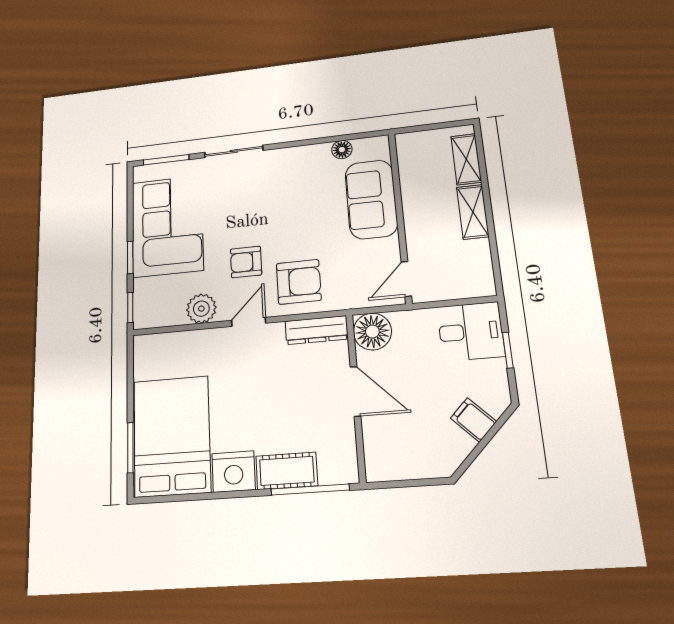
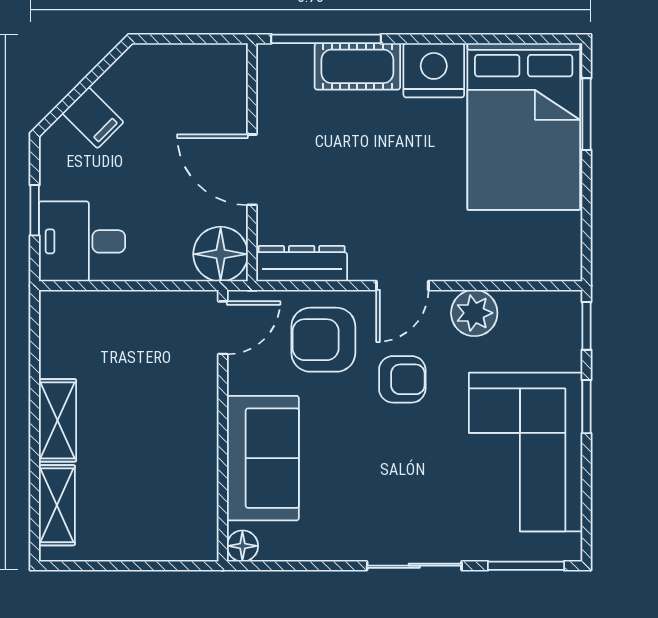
sofa: (371, 199) -> (263, 458), moved
wall: (400, 216) -> (223, 426), moved
door: (406, 279) -> (223, 328), moved

